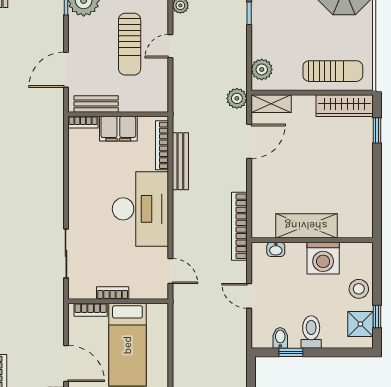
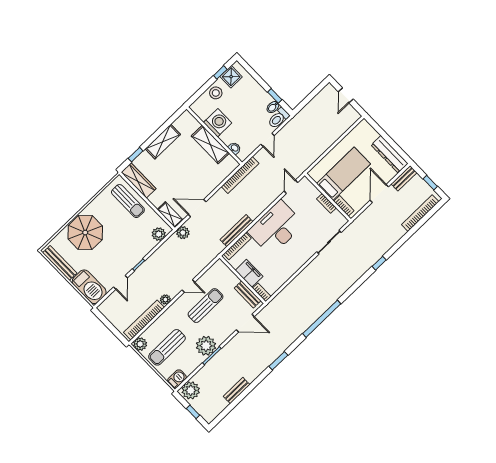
sun lounger: (333, 71) -> (128, 201), turned 180
shelving: (362, 176) -> (163, 142), added
toilet: (311, 332) -> (278, 118), moved

